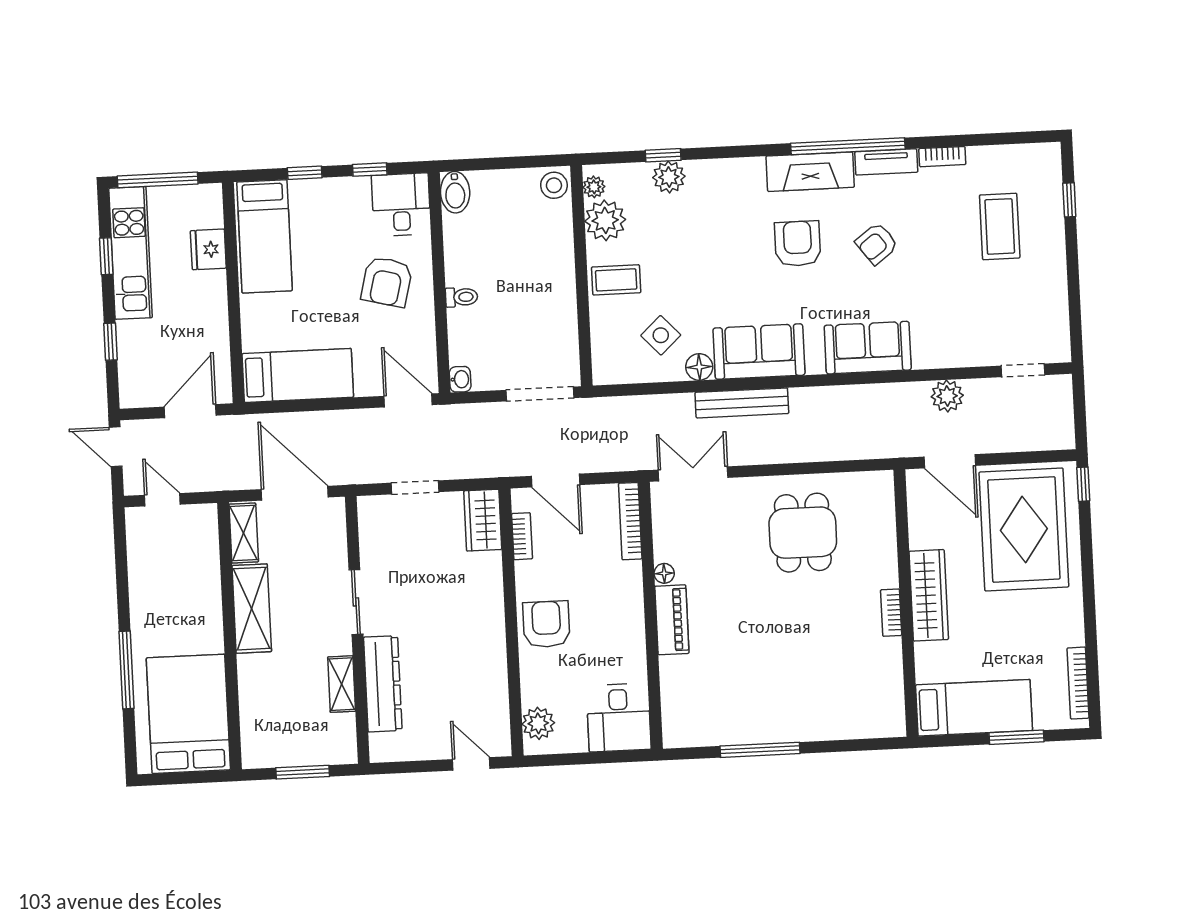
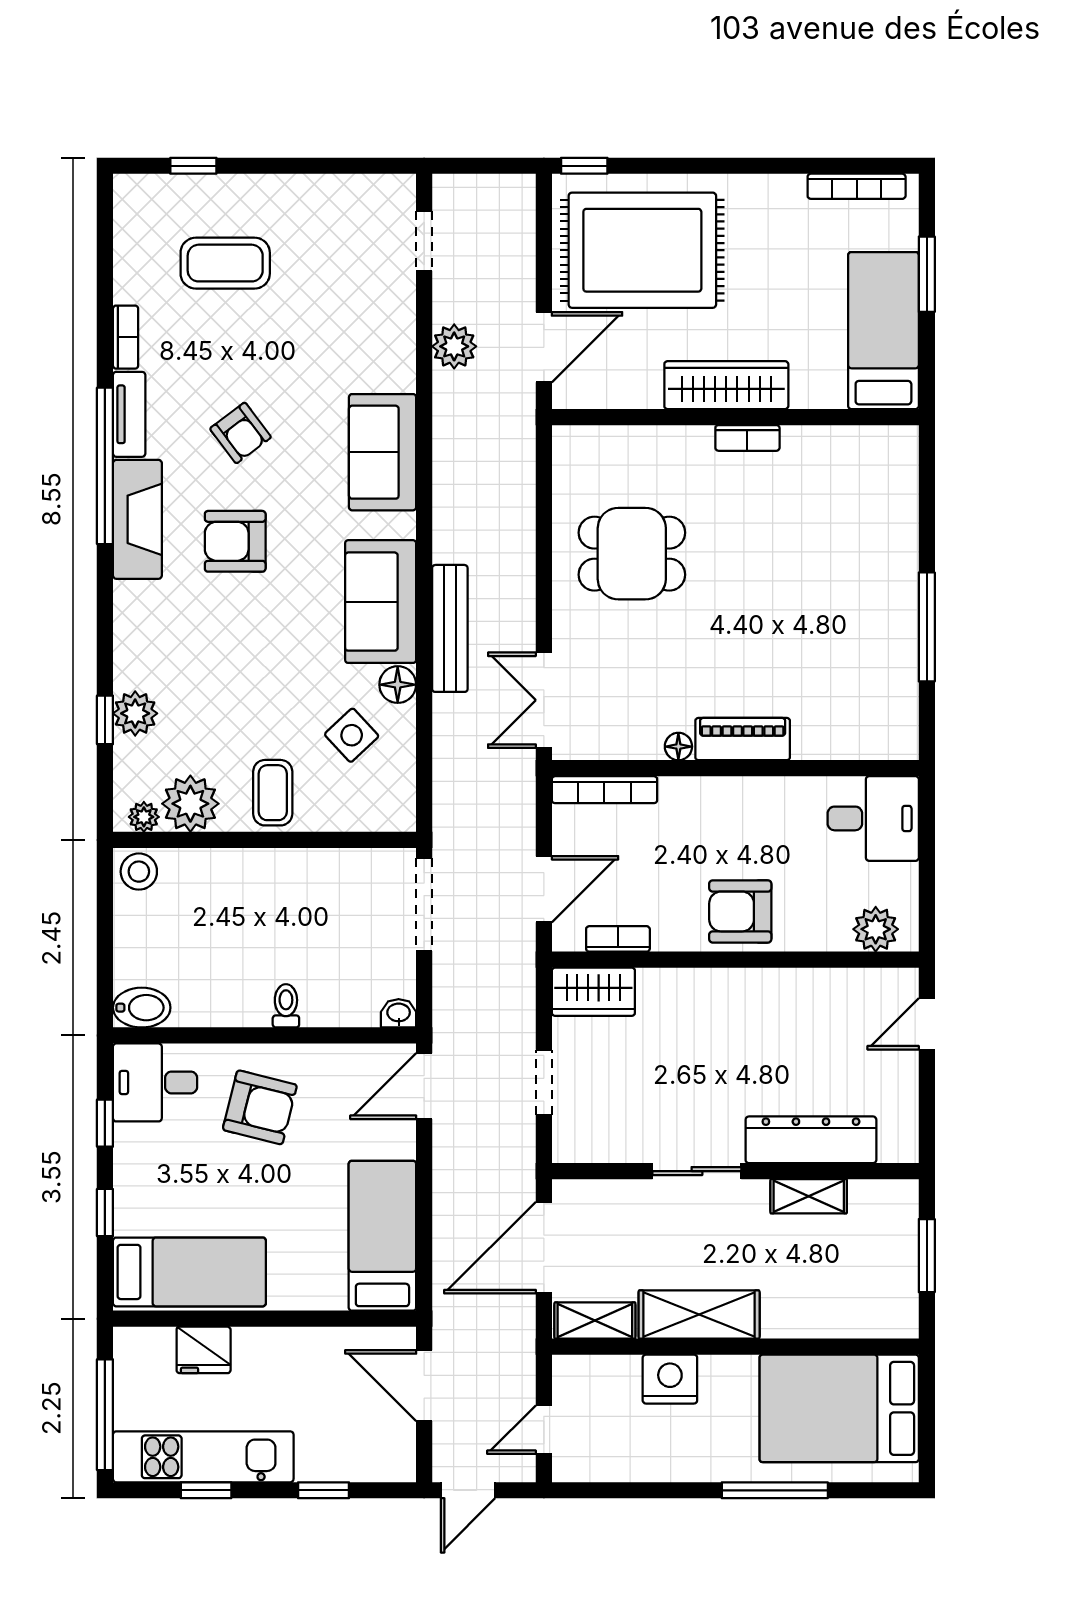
nightstand: (204, 590) -> (670, 1379), added

